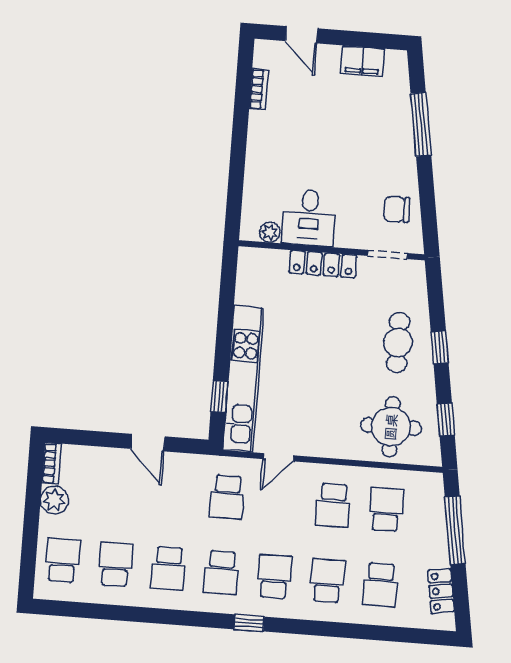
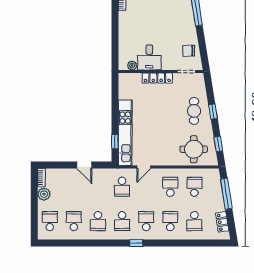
school desk: (333, 505) -> (170, 187), turned 180

